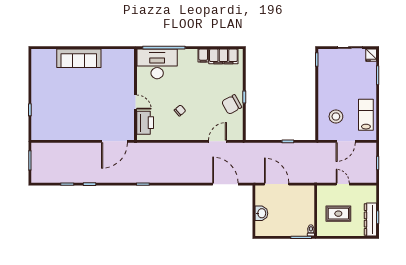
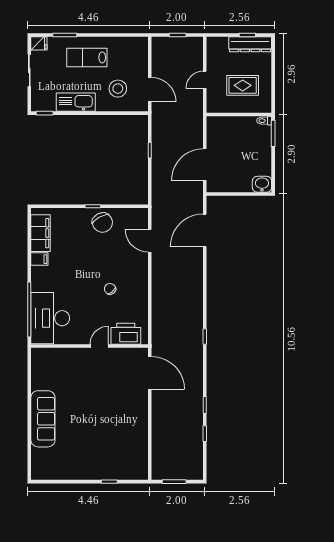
kitchen sink: (325, 84) -> (76, 102), added
lab bench: (366, 115) -> (87, 57), moved
door: (346, 141) -> (150, 90), moved
washbasin: (261, 213) -> (262, 184), moved
rug: (338, 214) -> (243, 85), turned 90

